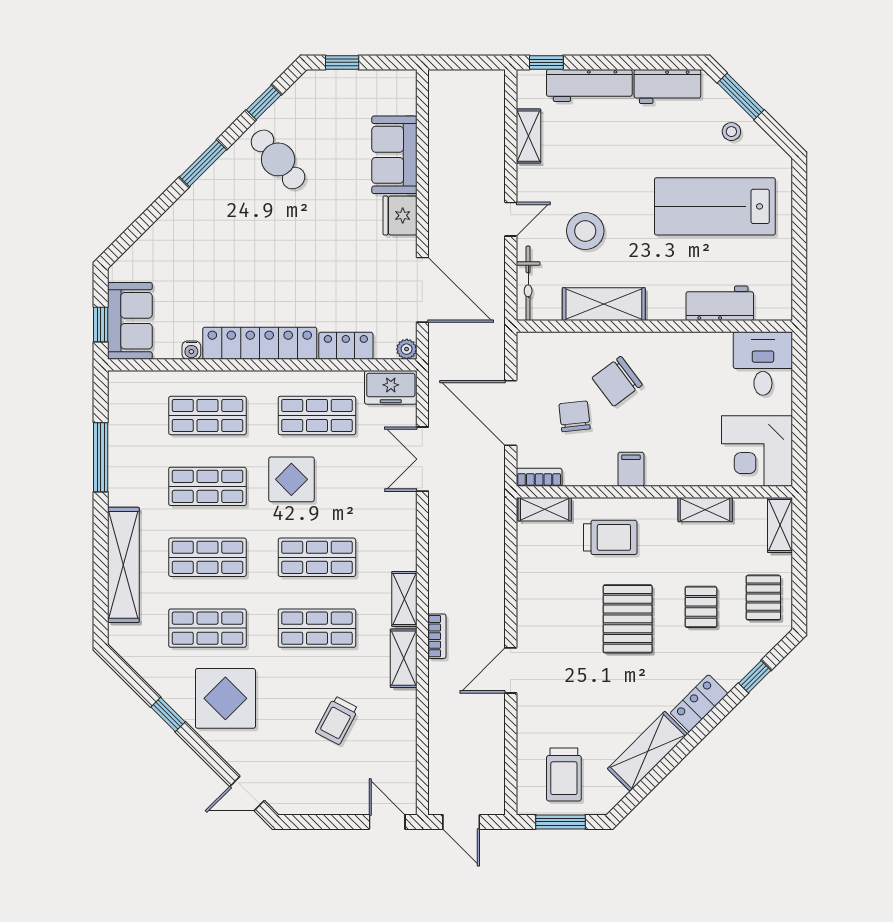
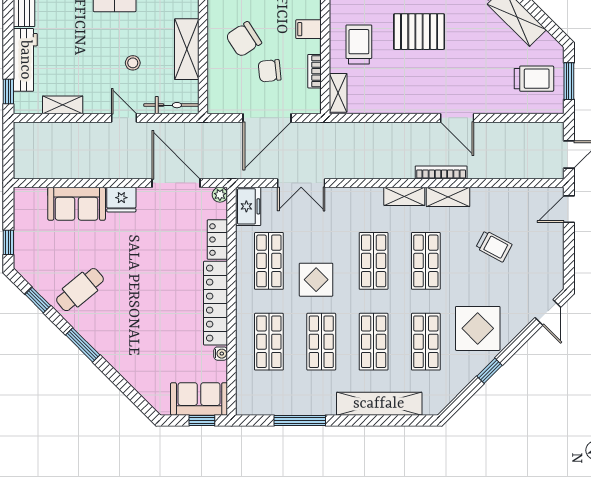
stool: (585, 231) -> (133, 63), width x0.53, depth x0.53
door: (422, 290) -> (176, 183), hinge flipped
chair: (617, 381) -> (244, 39), turned 94
bookcase: (539, 477) -> (315, 71), moved
bookcase: (437, 636) -> (441, 172), width x1.56

